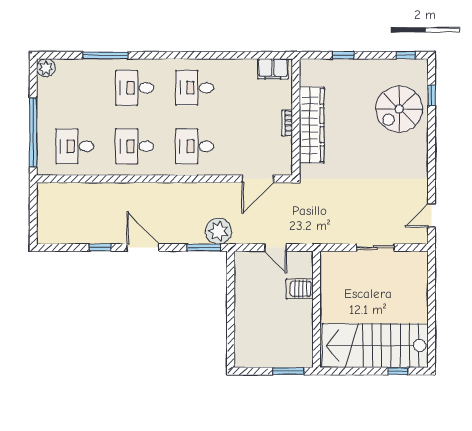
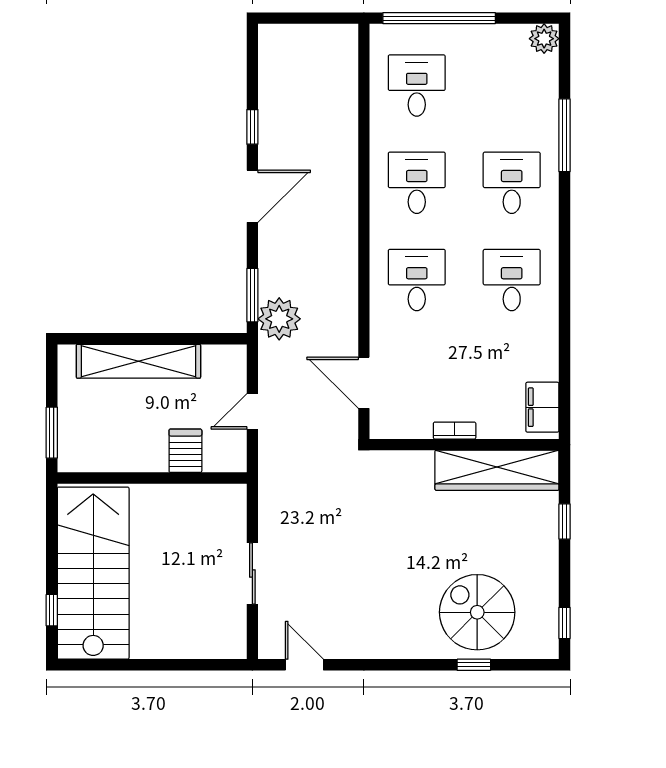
window: (431, 95) -> (474, 665), moved
wardrobe: (312, 125) -> (497, 470), moved
shelving: (245, 318) -> (138, 361), added

